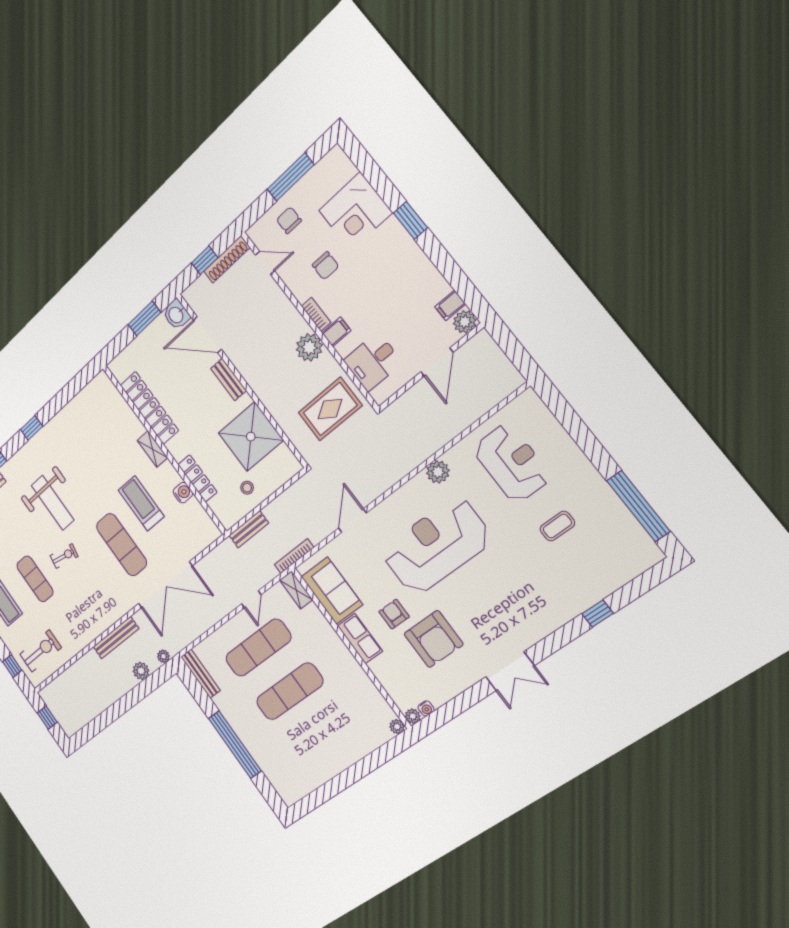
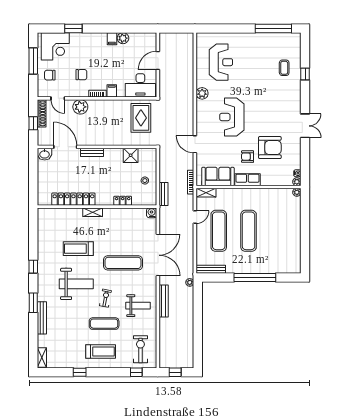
corner desk: (355, 211) -> (55, 46), moved
window: (410, 220) -> (73, 28), moved
door: (265, 263) -> (58, 98), swing flipped
filing cabinet: (450, 305) -> (112, 39), moved
window: (144, 319) -> (33, 170), removed
plant: (465, 322) -> (123, 38), moved
door: (207, 335) -> (65, 147), swing flipped
plant: (309, 347) -> (80, 107), moved
desk: (373, 362) -> (140, 85), width x1.37
door: (437, 362) -> (158, 60), swing flipped
shower: (251, 437) -> (131, 155), width x0.54, depth x0.54
reception desk: (512, 463) -> (221, 62), turned 90
locker: (197, 478) -> (123, 201), width x0.66
water cooler: (183, 493) -> (152, 213), moved
treadmill: (141, 503) -> (78, 249), moved
coffee table: (557, 526) -> (284, 68), moved
reception desk: (436, 546) -> (232, 117), width x0.74, depth x0.77
door: (251, 599) -> (195, 217), hinge flipped
weight bench: (86, 607) -> (138, 306), added
plant: (141, 671) -> (188, 300), removed

